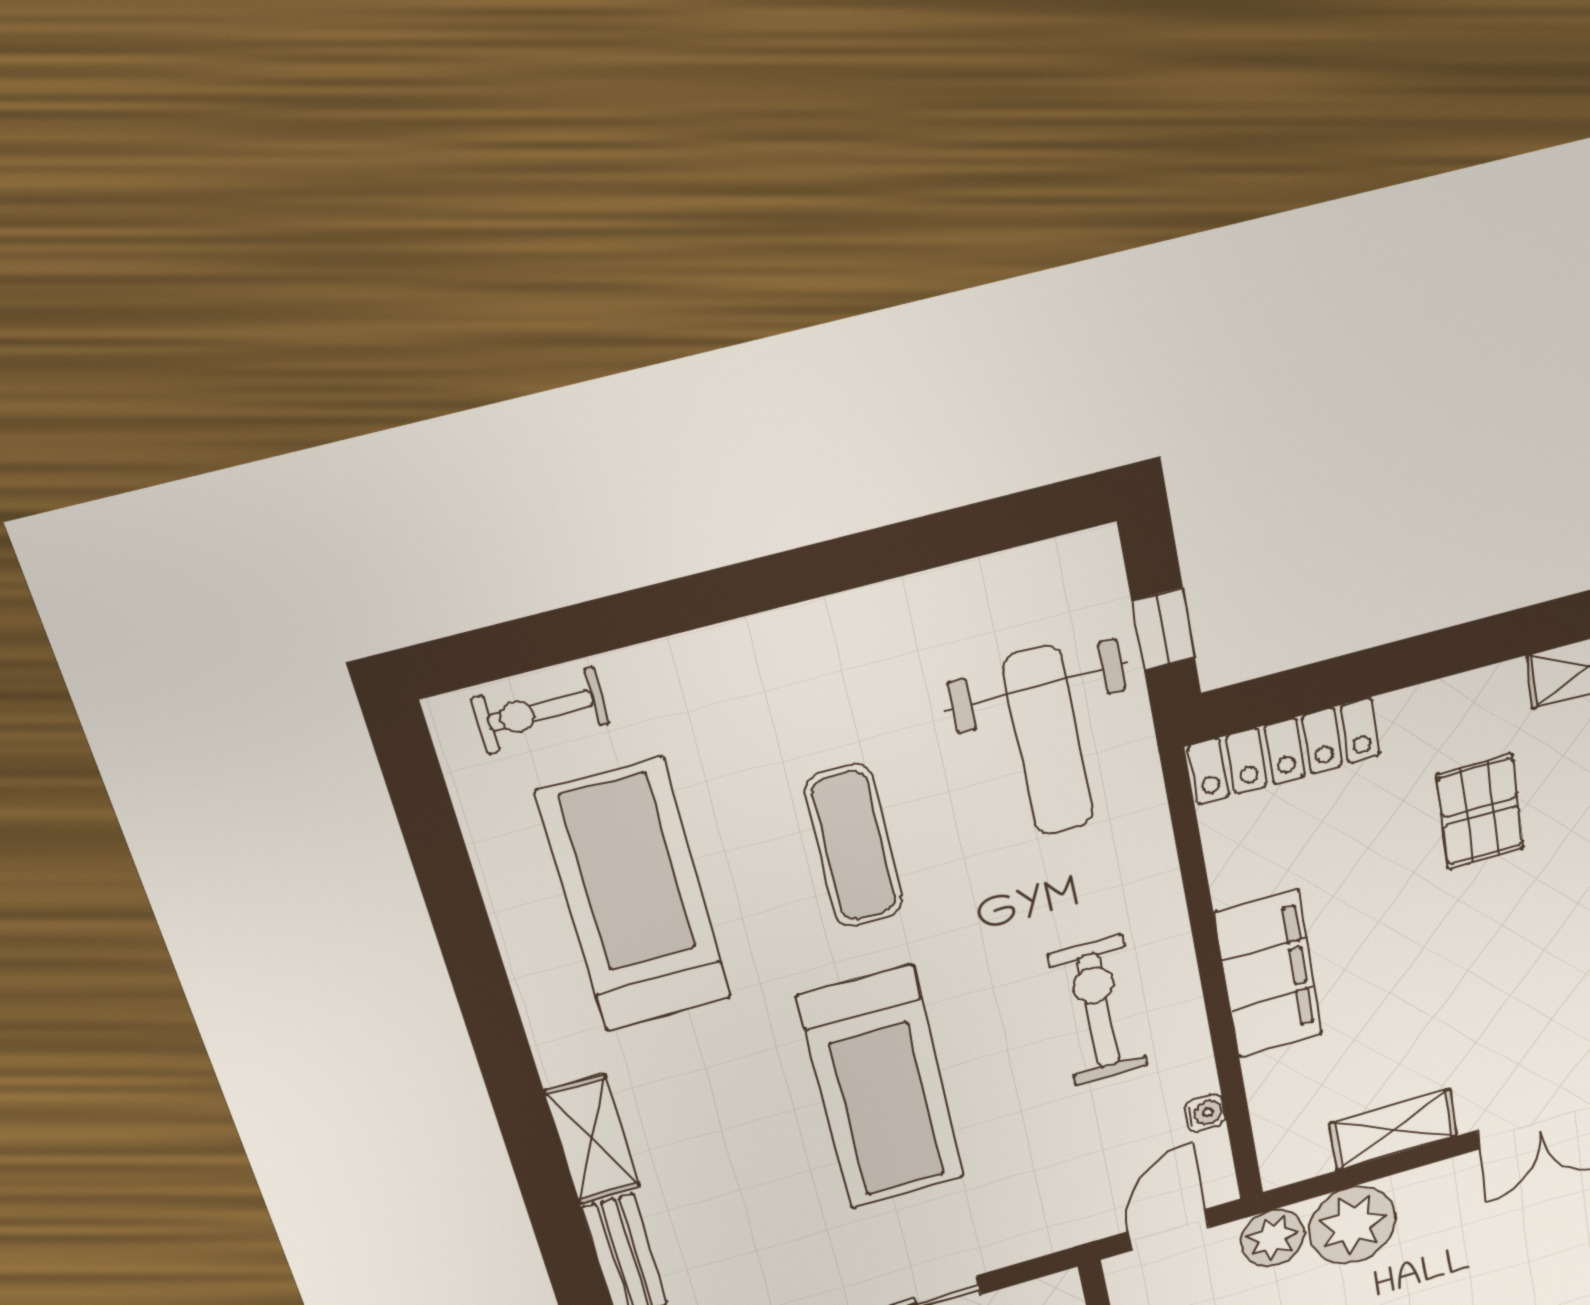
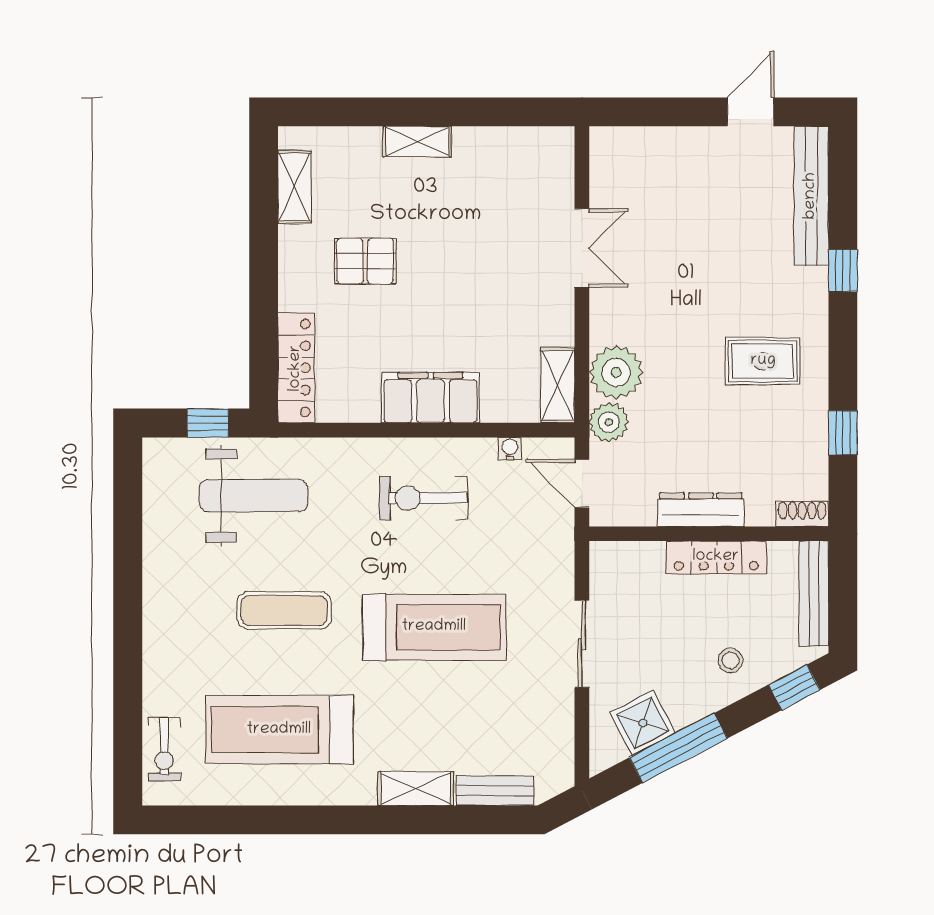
shelving: (1393, 1130) -> (558, 385), moved

